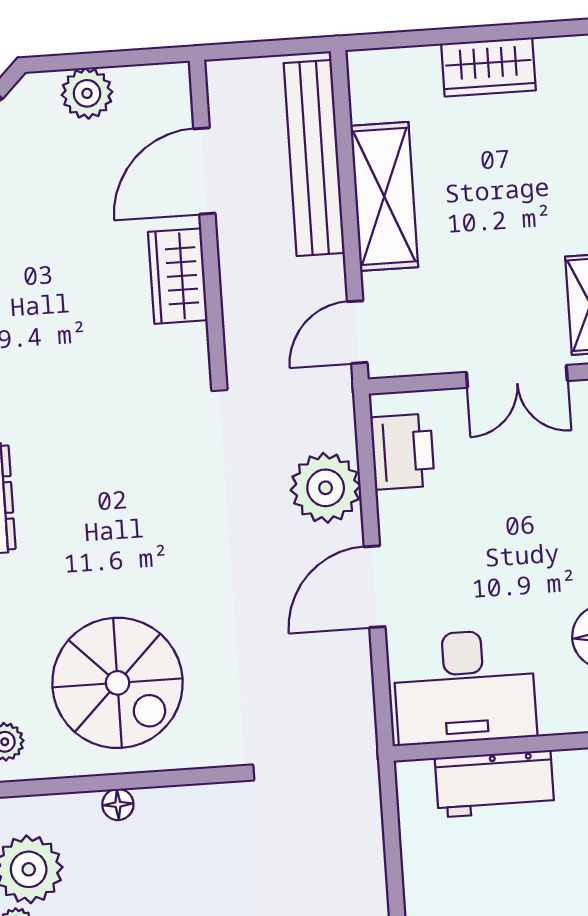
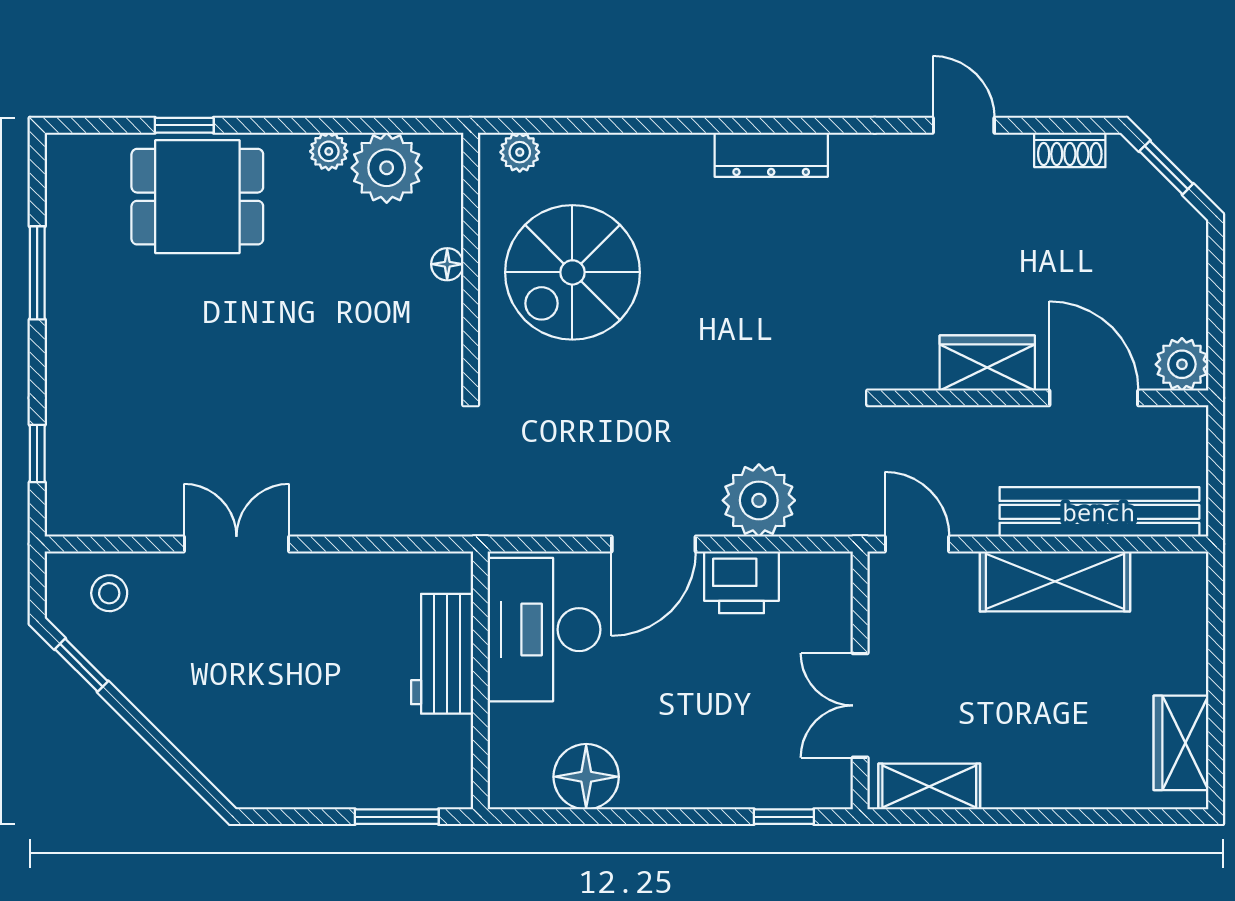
wardrobe: (488, 67) -> (1181, 743), moved
plant: (87, 93) -> (1182, 364), moved
printer: (403, 452) -> (742, 582), moved
door: (375, 587) -> (654, 544), swing flipped

